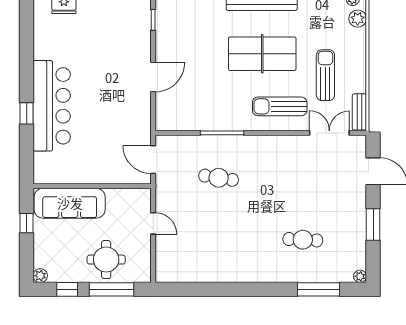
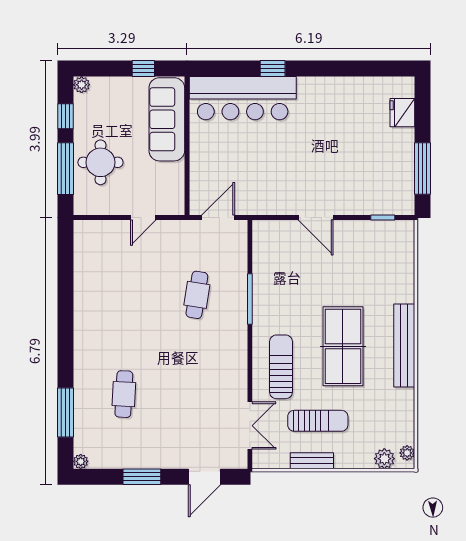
bar counter: (52, 106) -> (243, 98), moved
bench: (359, 112) -> (312, 461), moved

